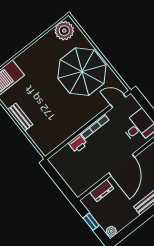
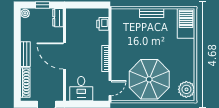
printer: (78, 143) -> (103, 24), moved
dresser: (102, 191) -> (58, 18), moved

